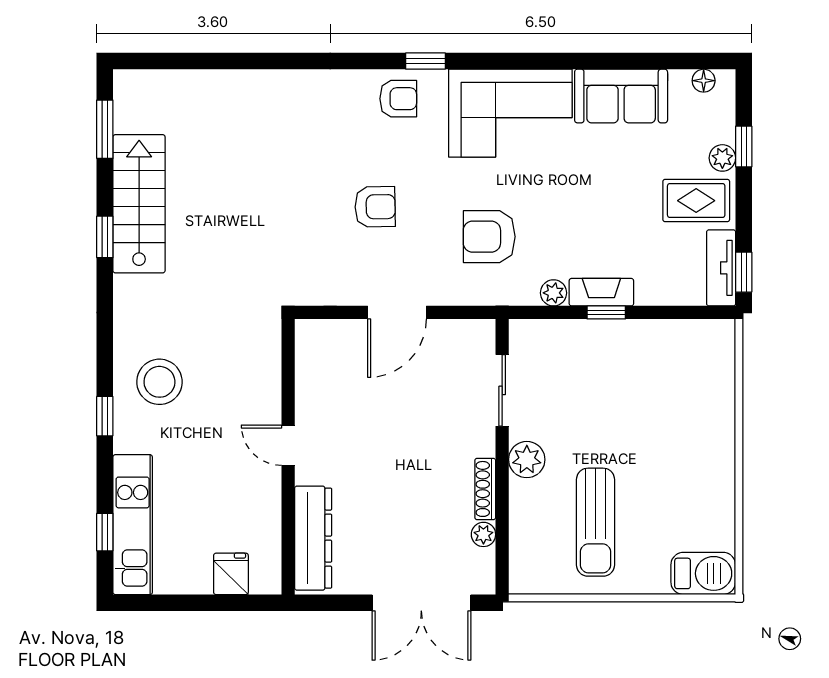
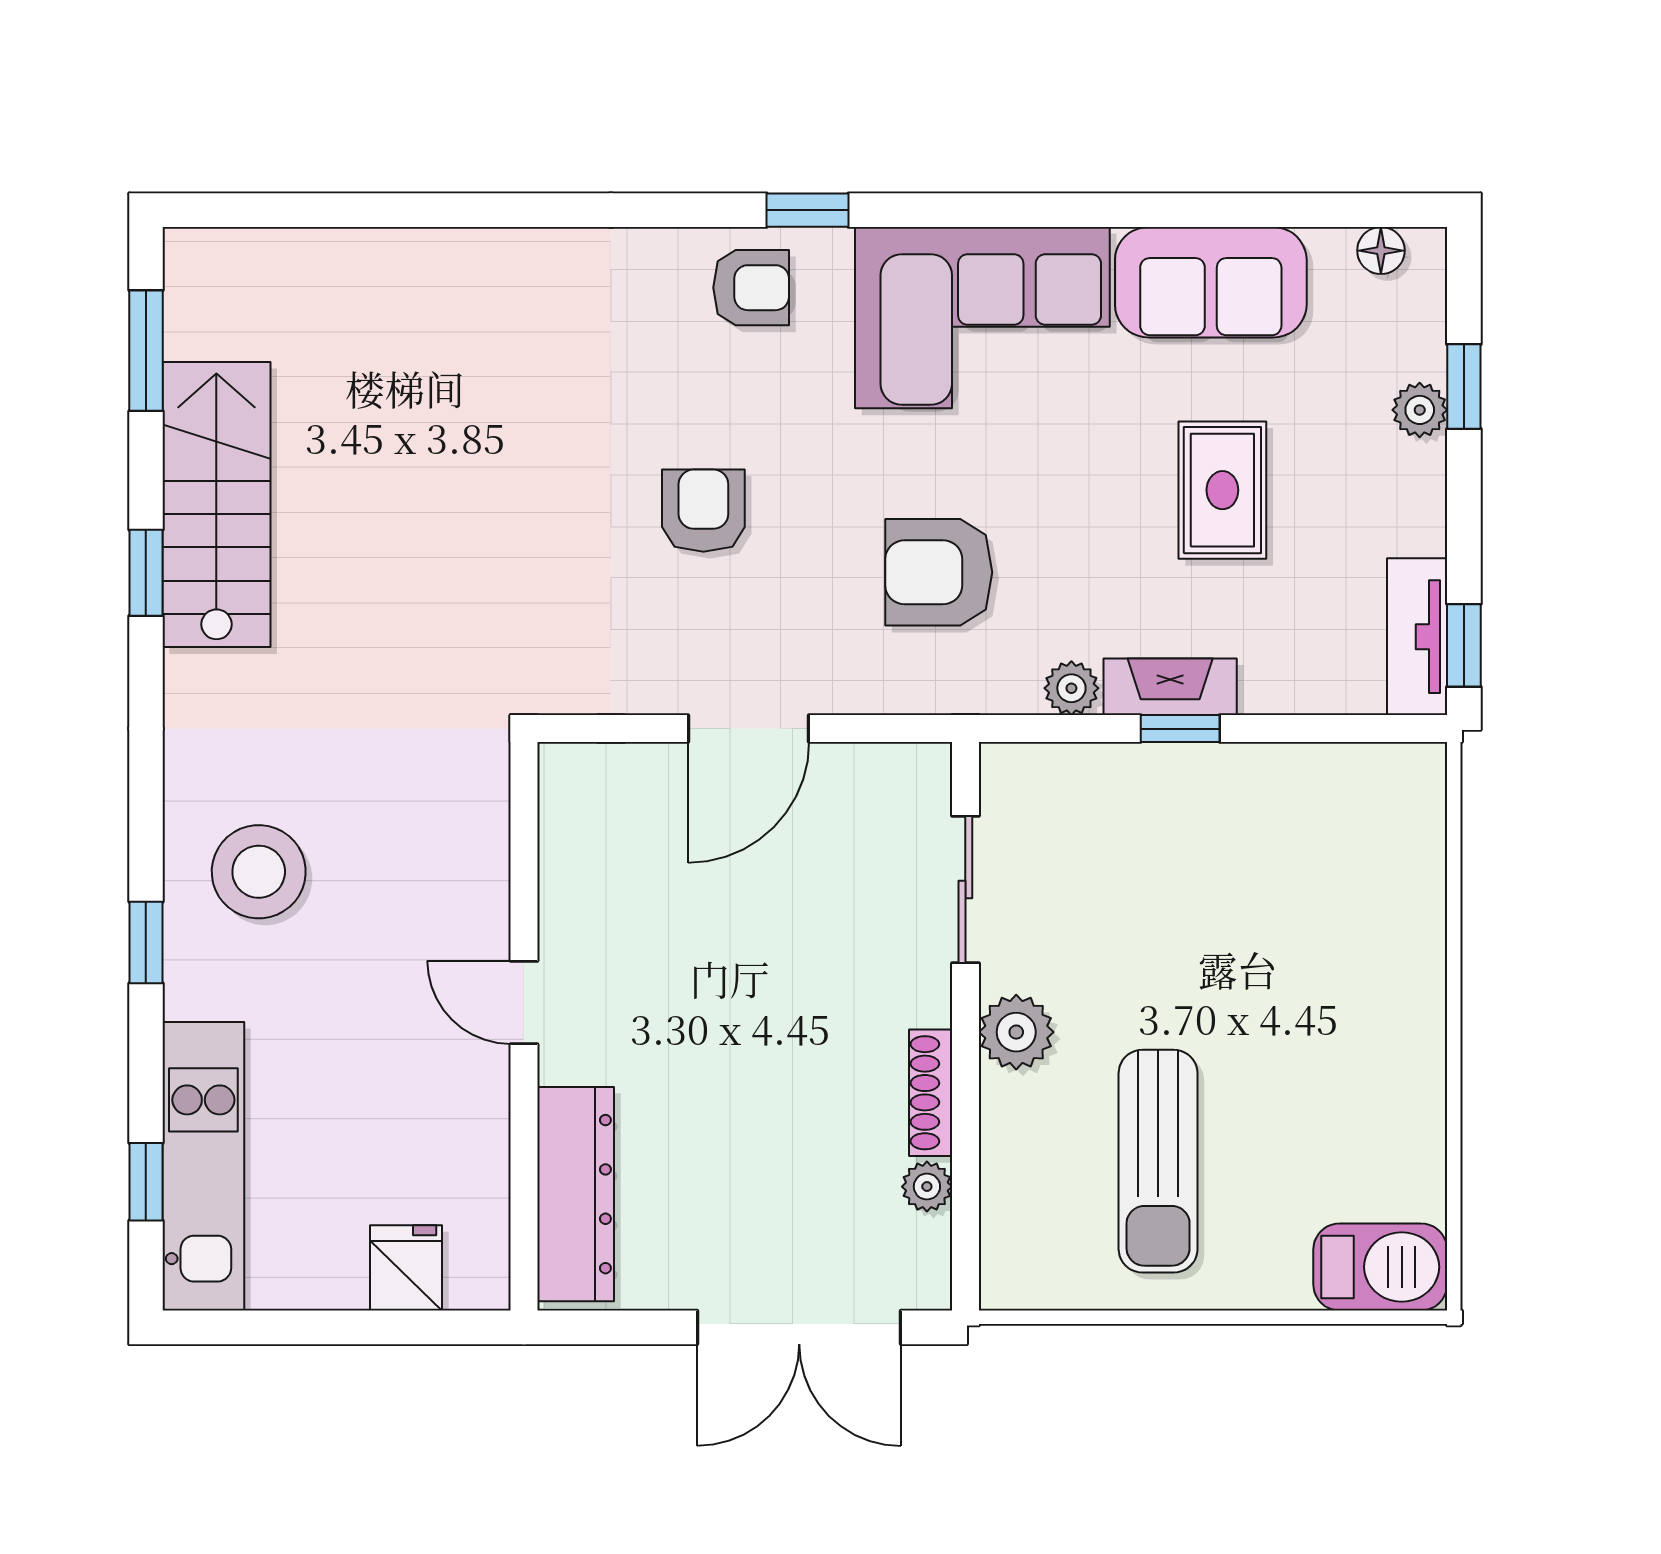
rug: (696, 201) -> (1222, 490), moved, turned 90
armchair: (375, 207) -> (703, 511), turned -89

